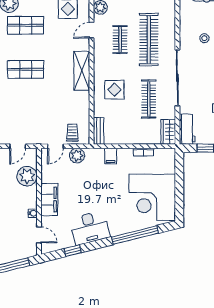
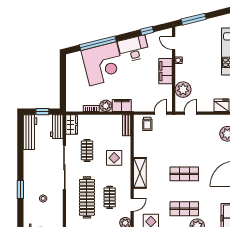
clothes rail: (149, 99) -> (87, 150), width x0.73
plant: (77, 156) -> (106, 106), moved
filing cabinet: (111, 156) -> (122, 105), width x2.00
corner desk: (152, 197) -> (103, 64), moved, turned 76

